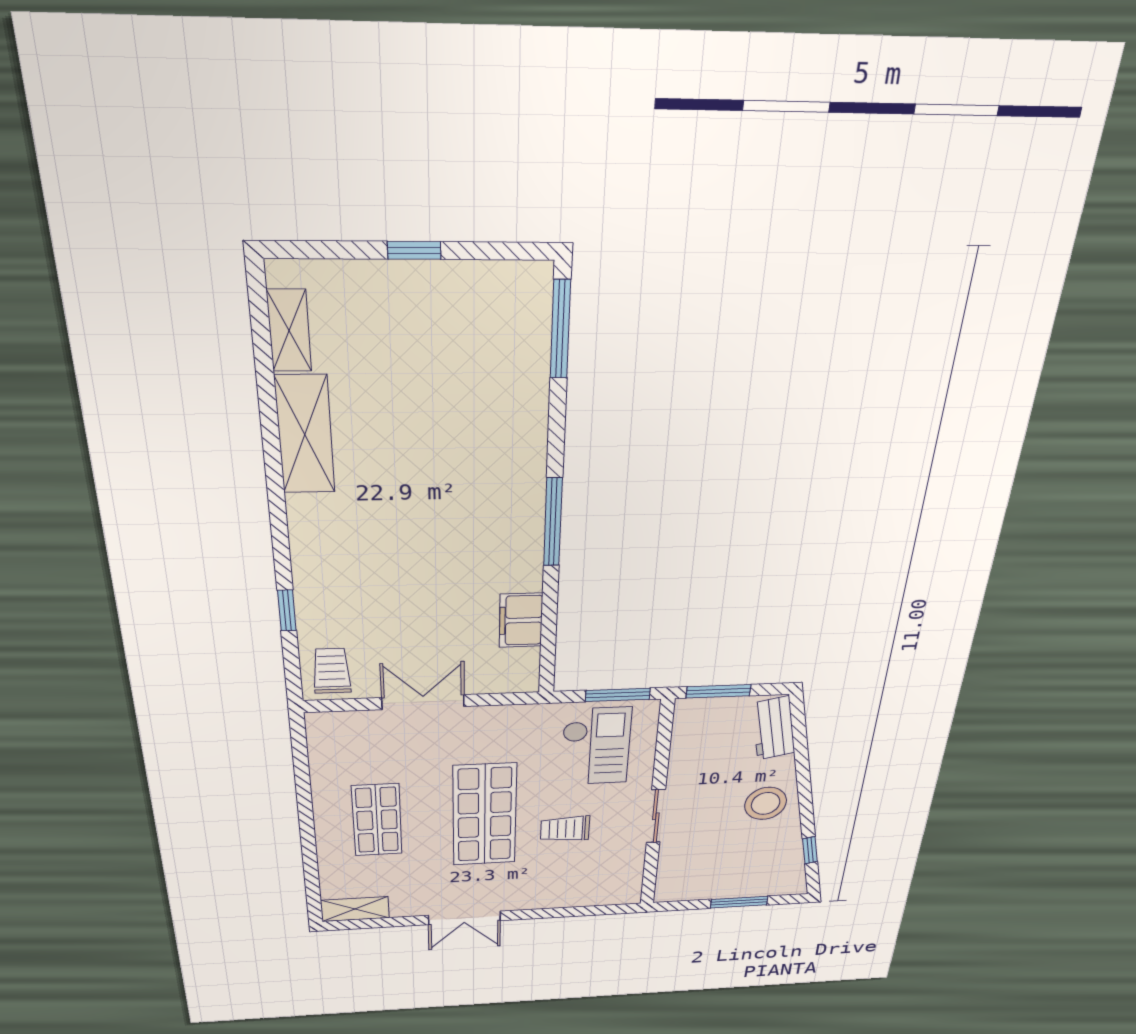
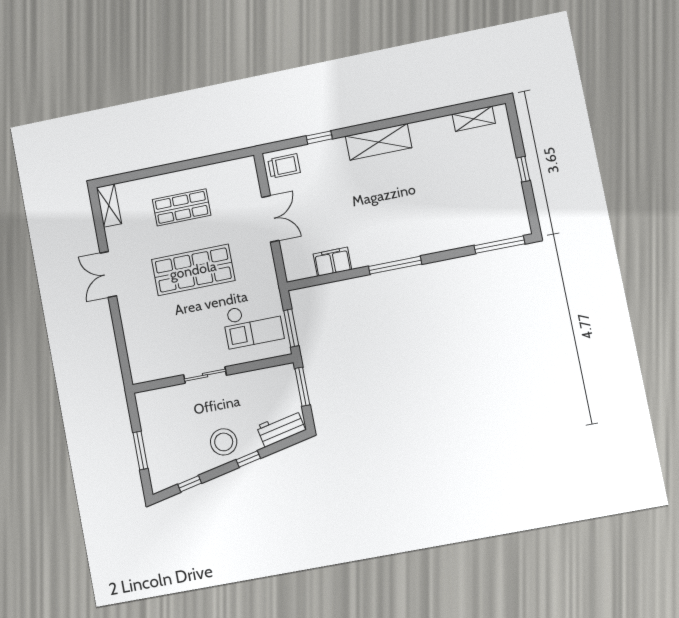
shelving: (305, 435) -> (379, 142), moved
window: (803, 776) -> (248, 459), added
trolley: (565, 829) -> (188, 321), removed

